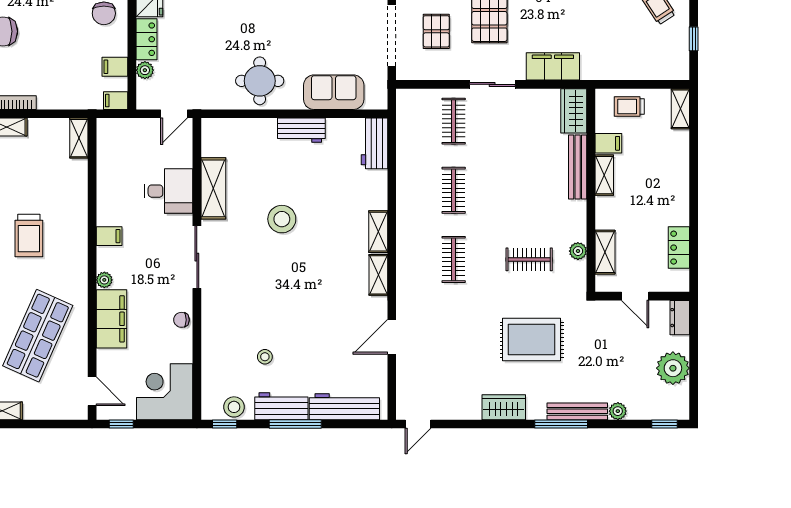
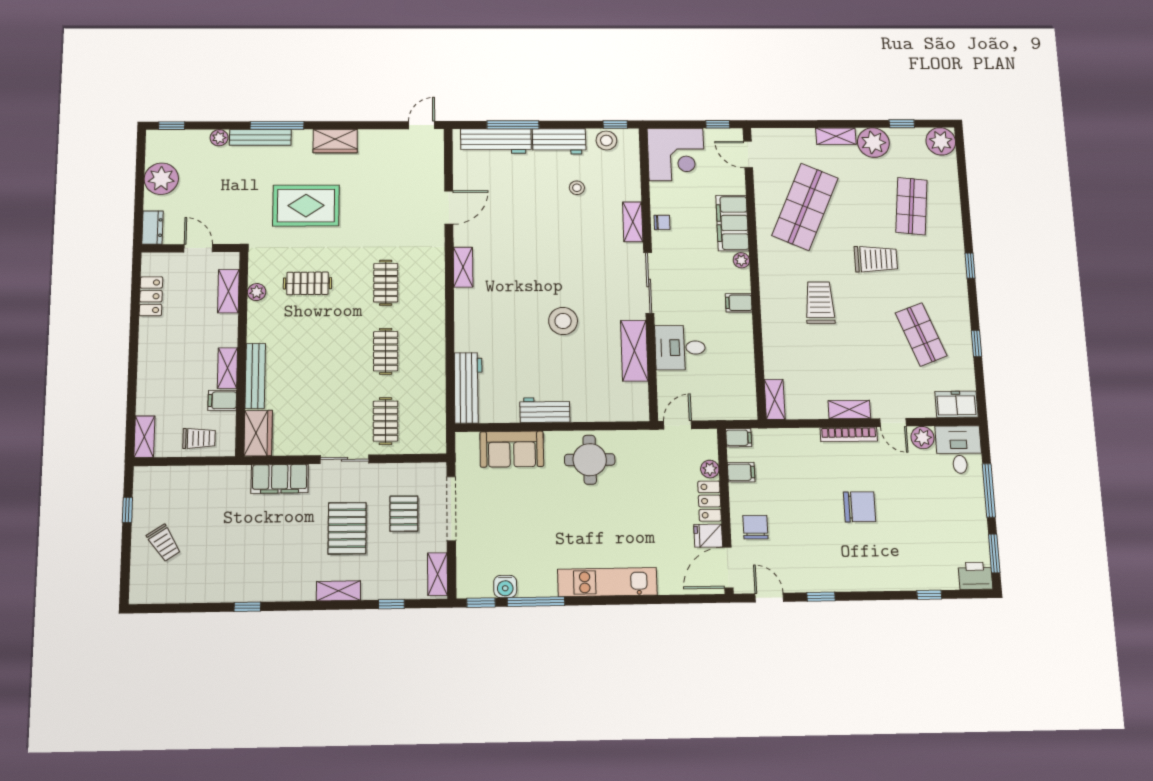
workbench: (374, 143) -> (468, 388), width x1.37
shelving: (378, 232) -> (633, 222), moved
window: (295, 424) -> (513, 125), moved

